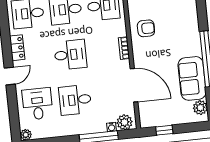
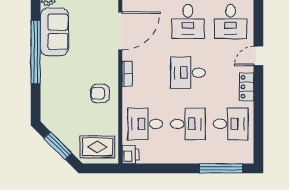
door: (134, 85) -> (120, 31), swing flipped
desk: (75, 100) -> (188, 21), turned 90

